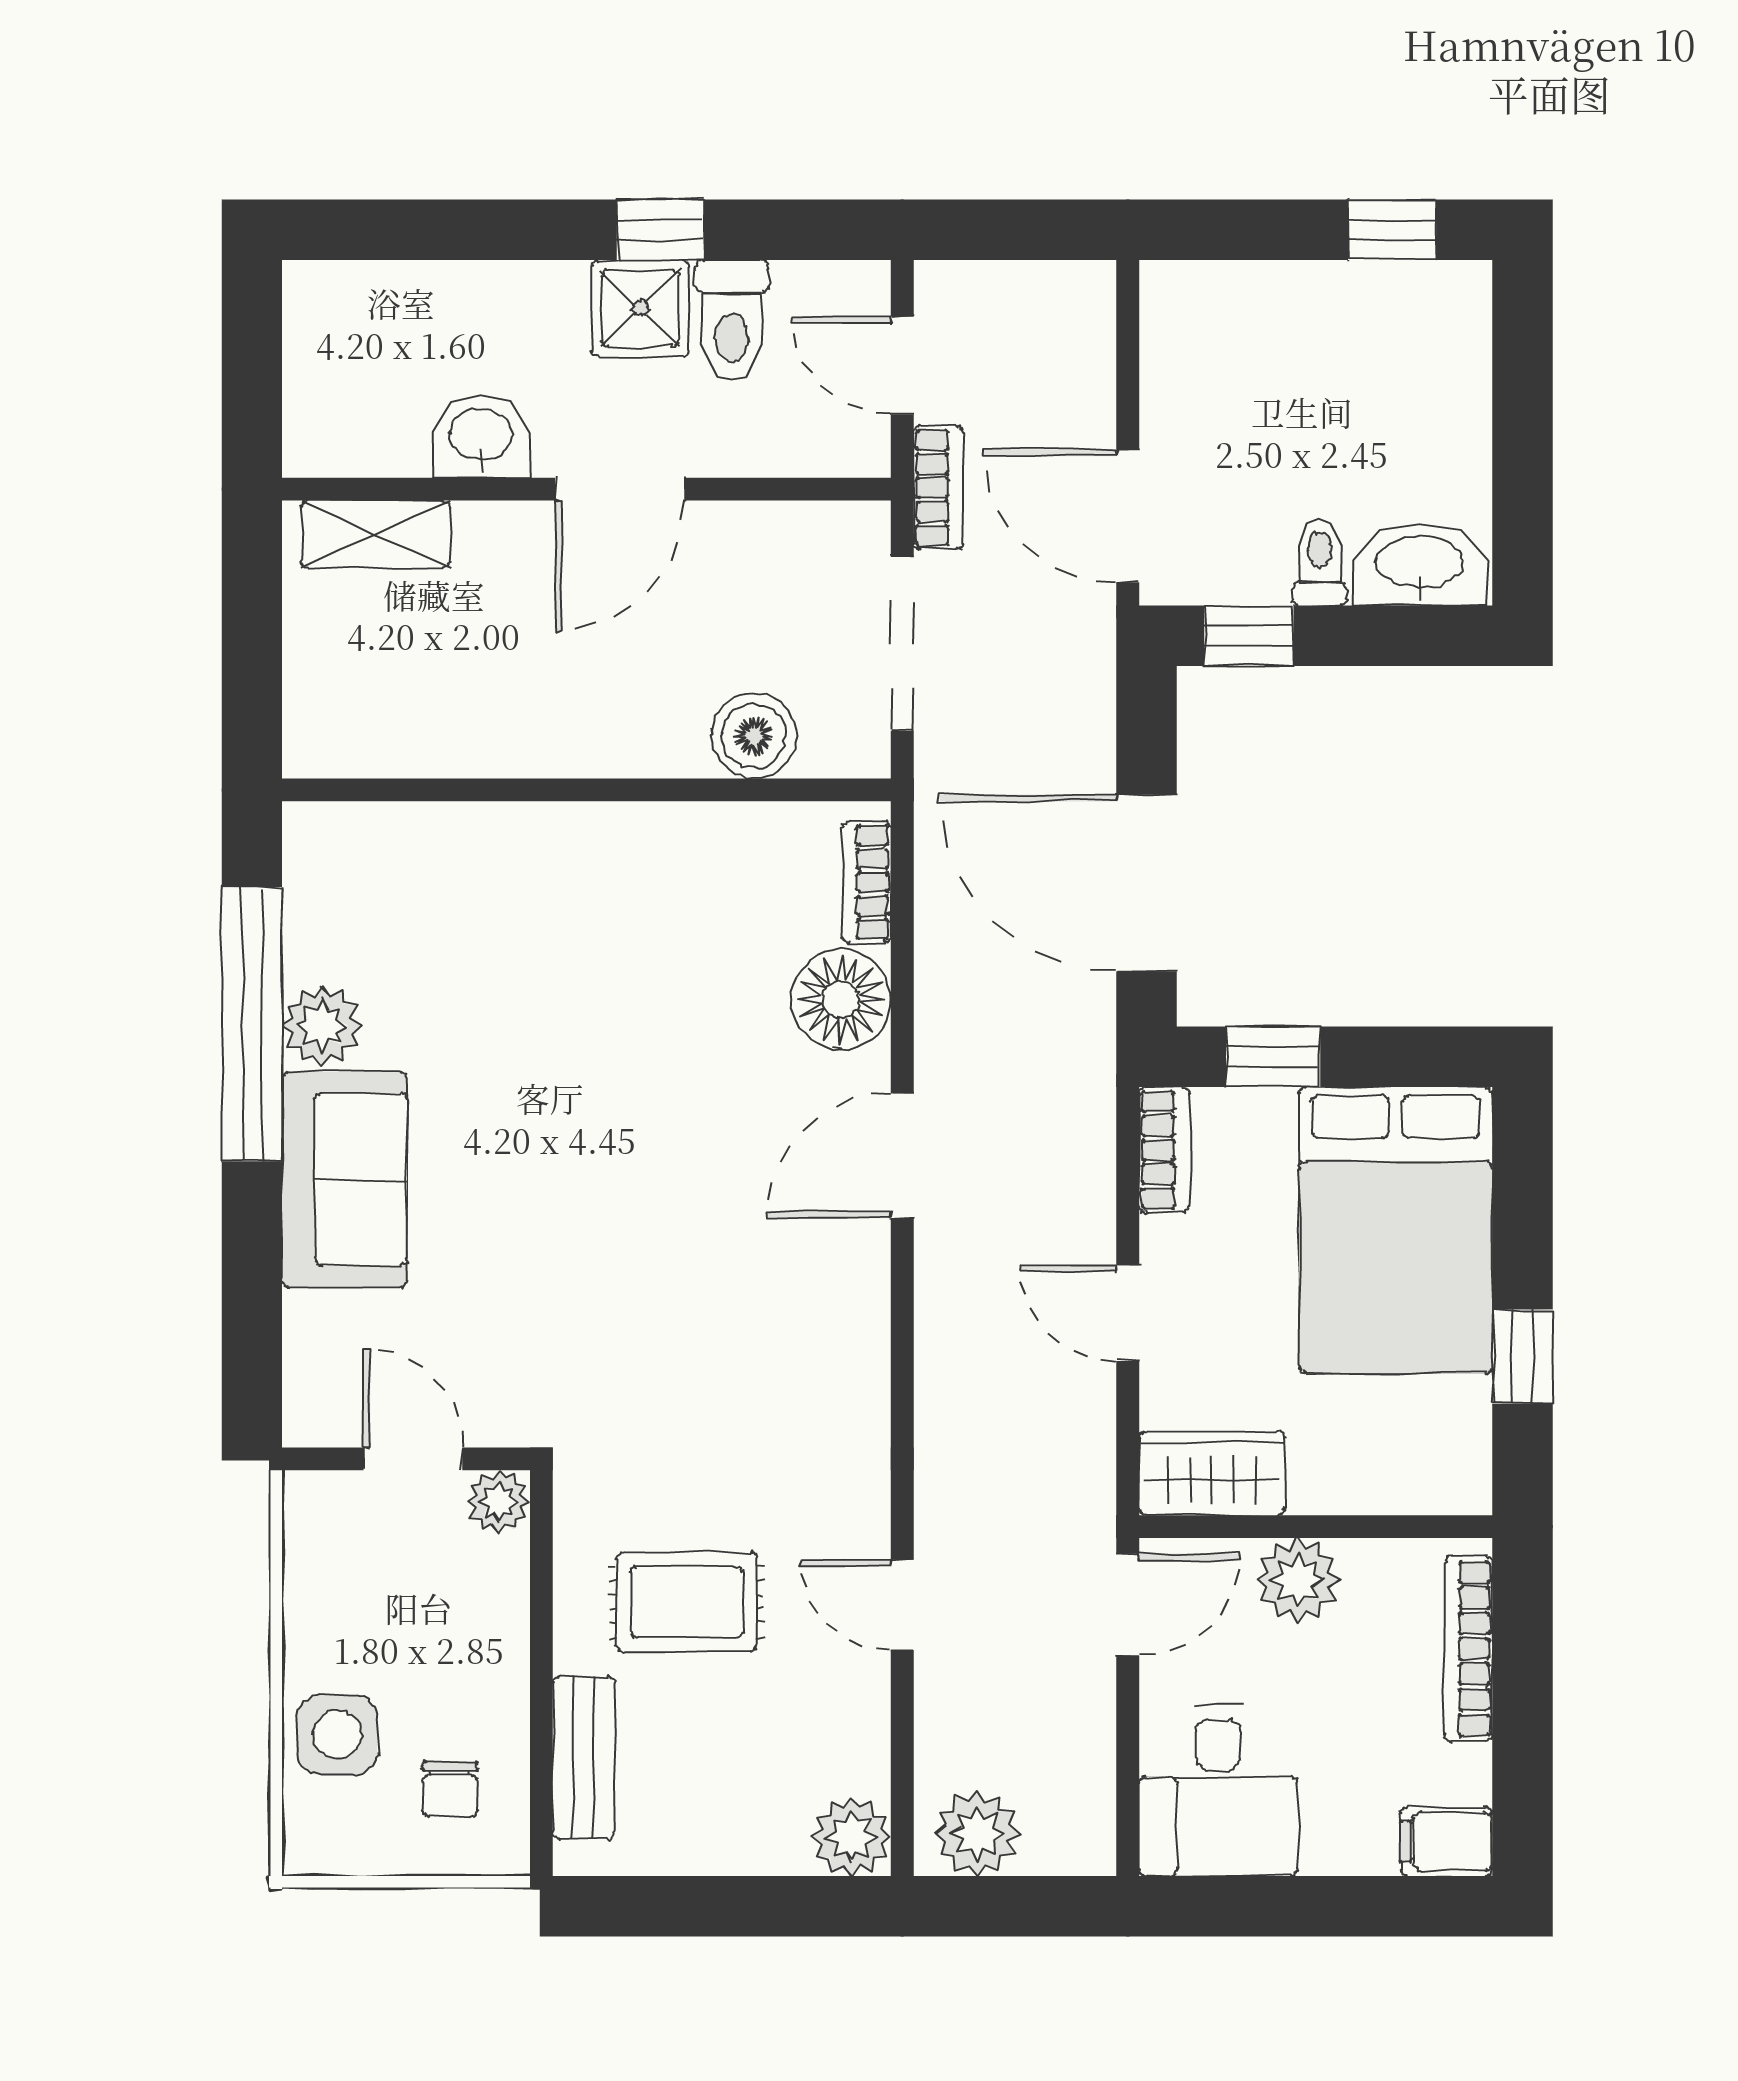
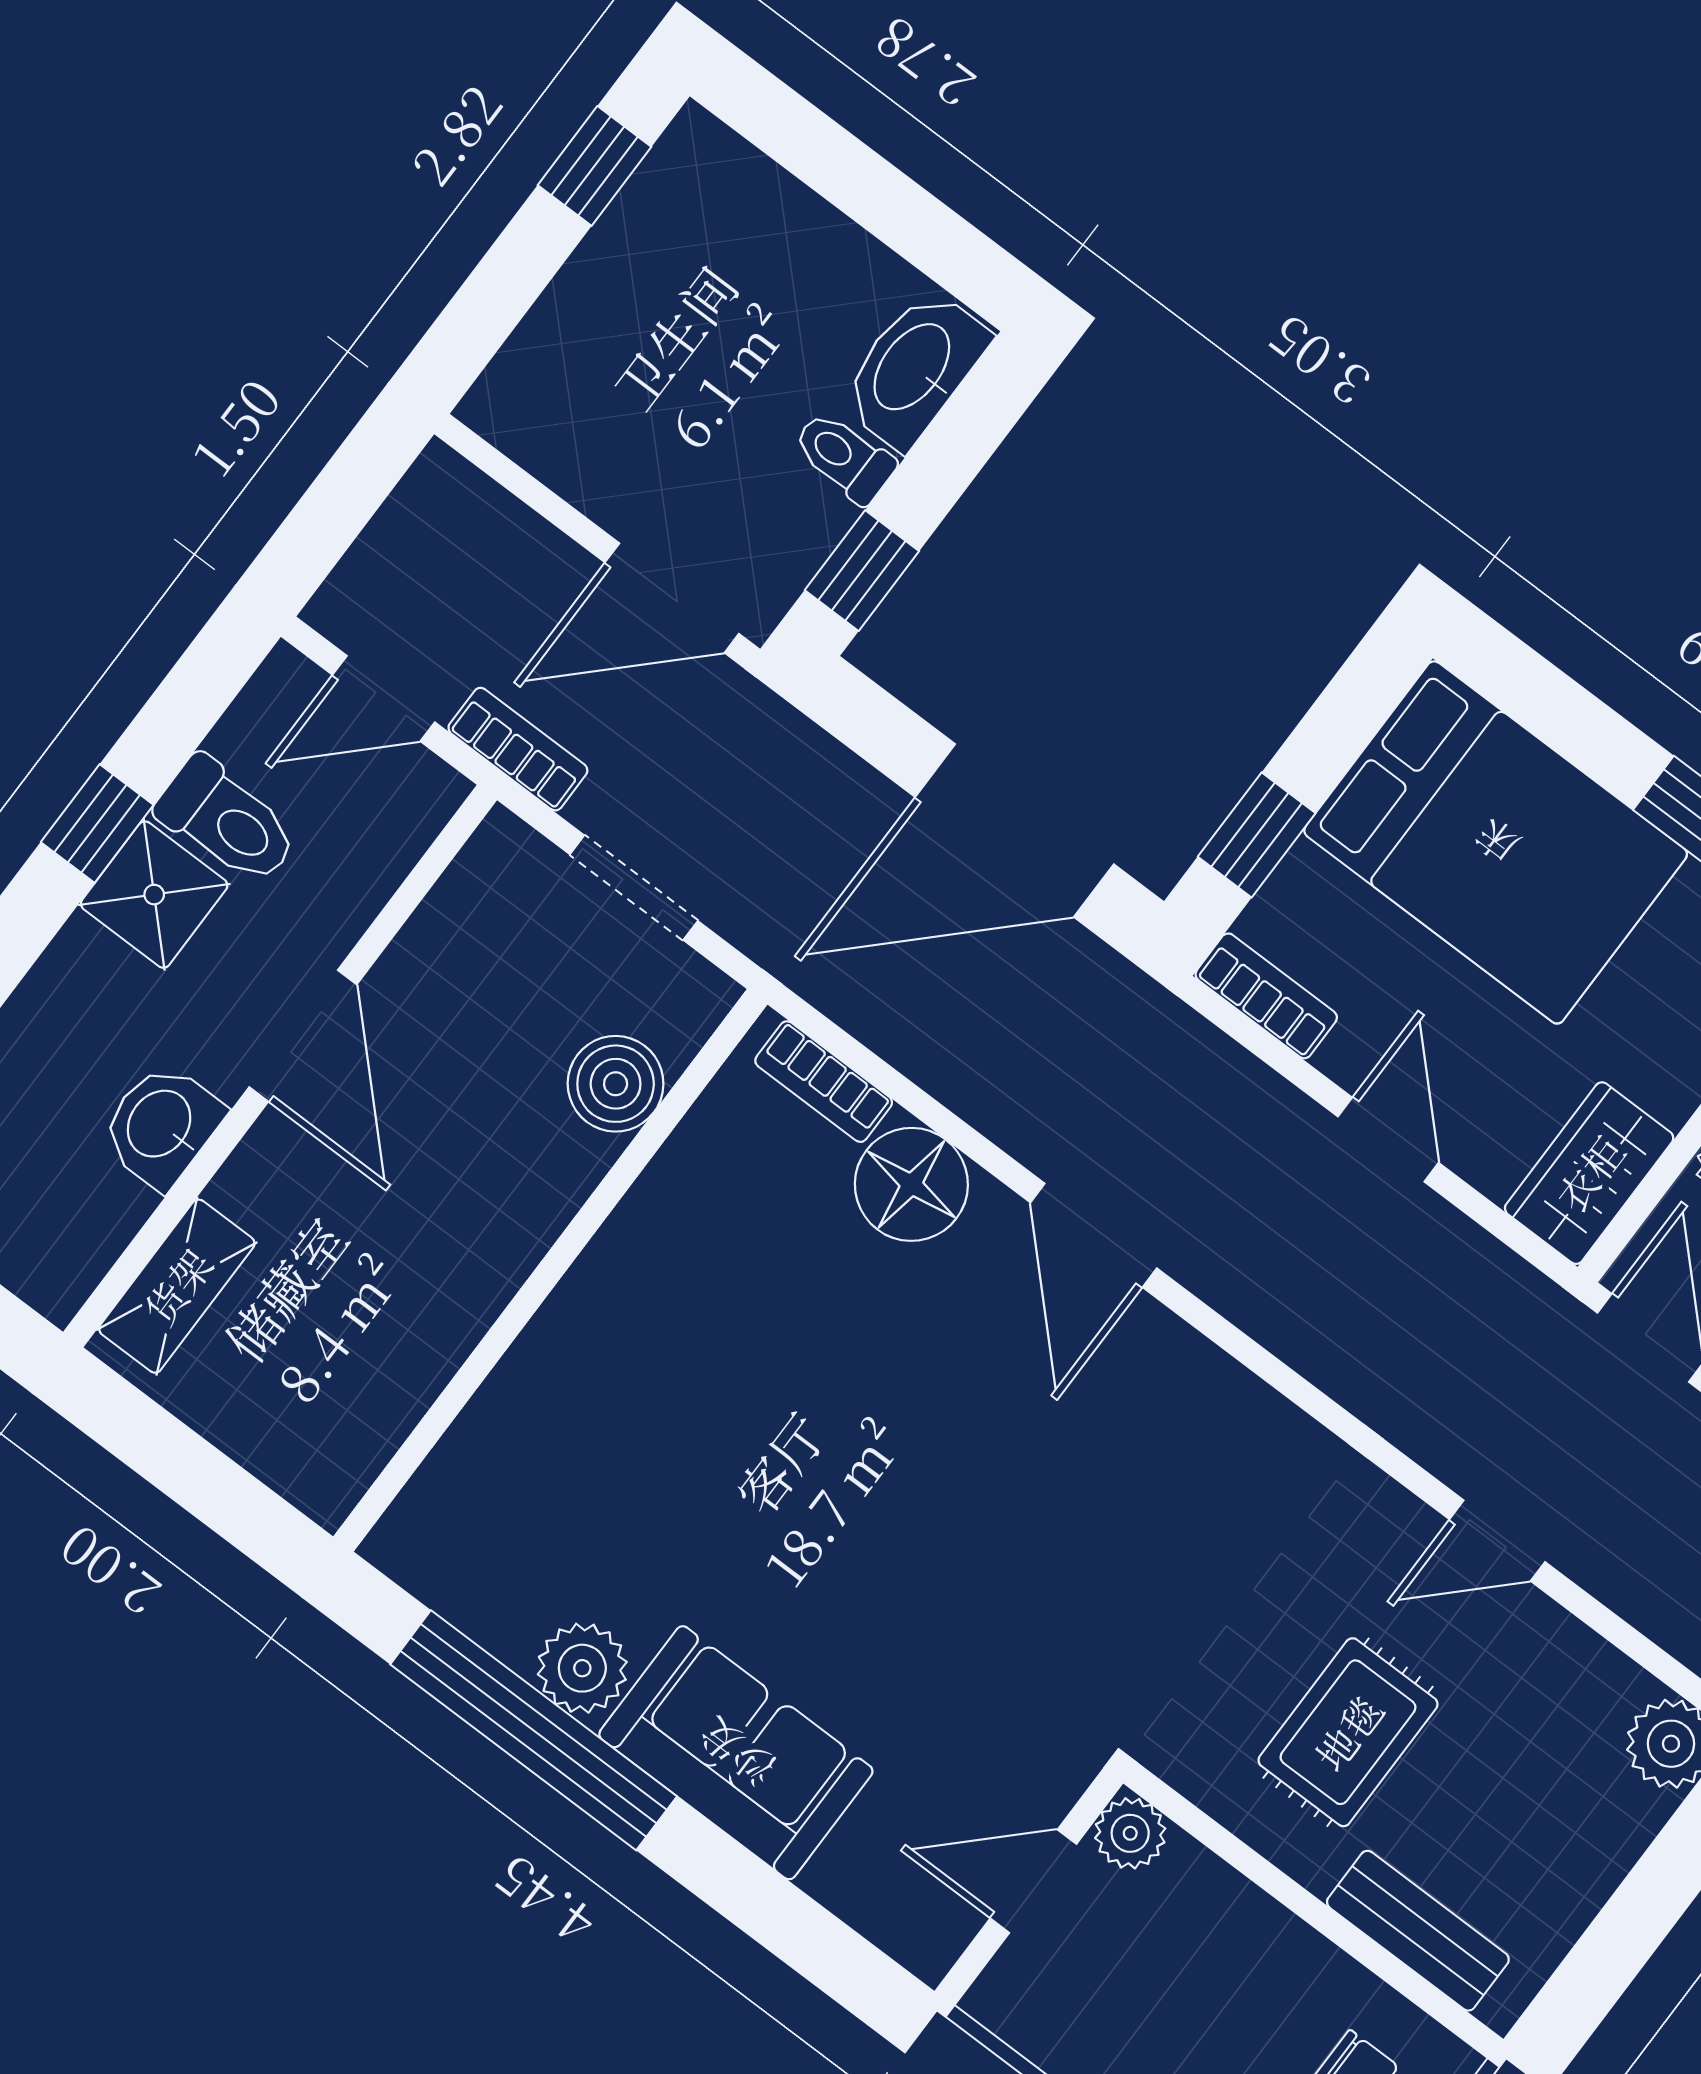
doorway: (902, 644) -> (634, 888), width x0.73
door: (1128, 1313) -> (1388, 1140), swing flipped

